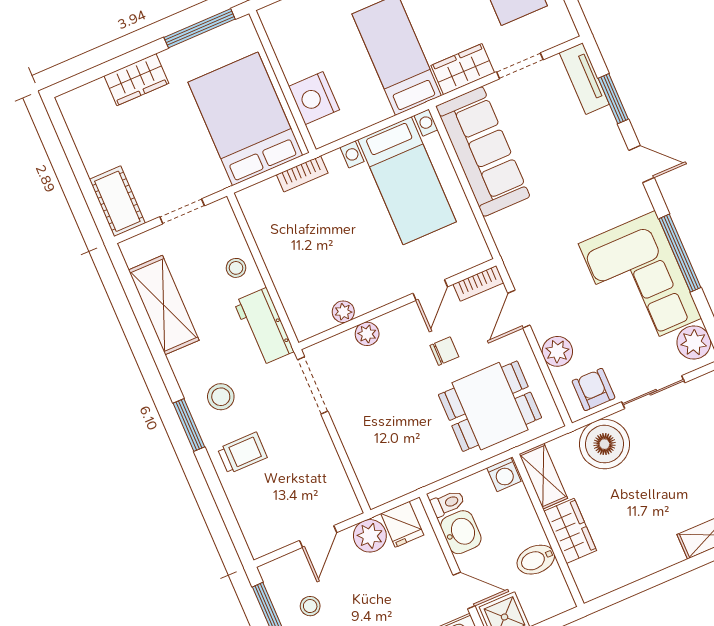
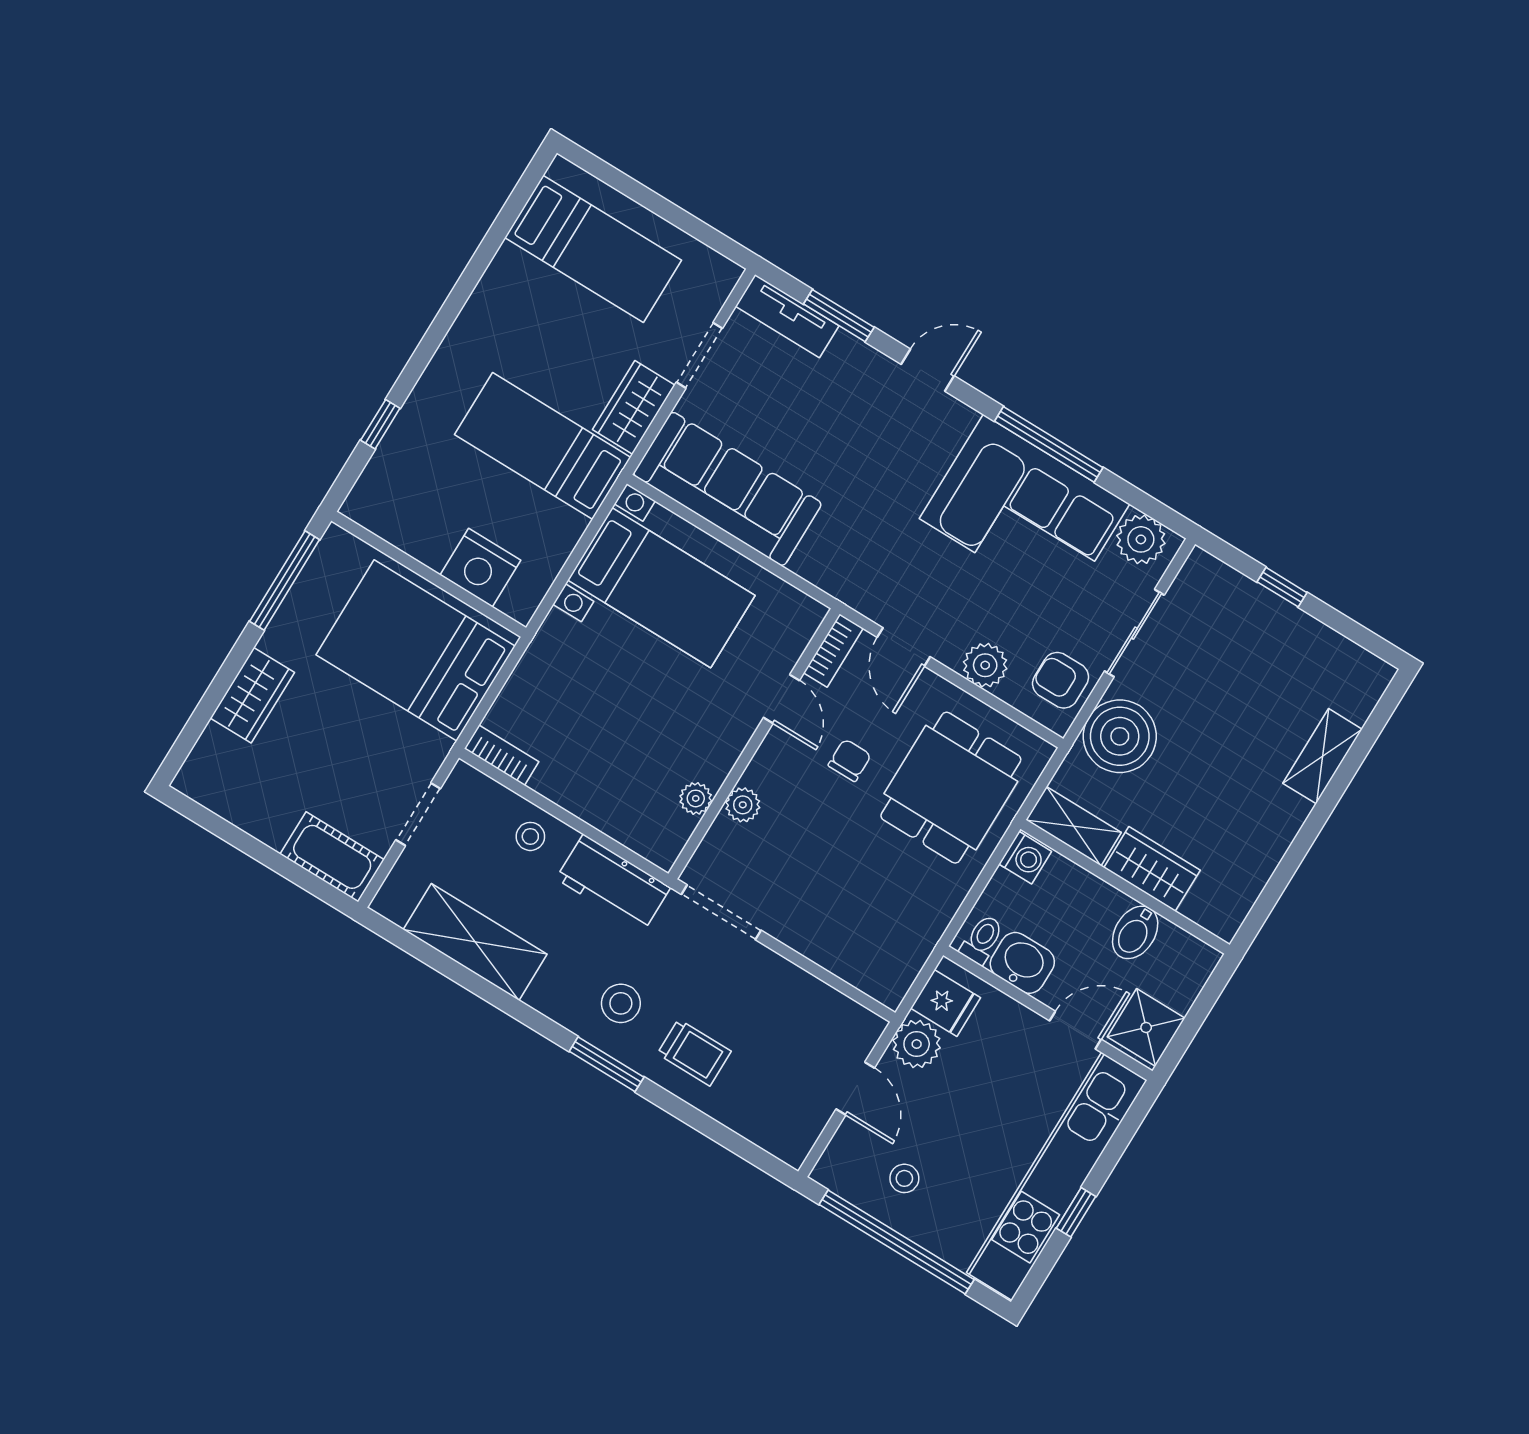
bookcase: (302, 174) -> (502, 755), moved, turned -90
trolley: (242, 453) -> (694, 1053), turned 90

